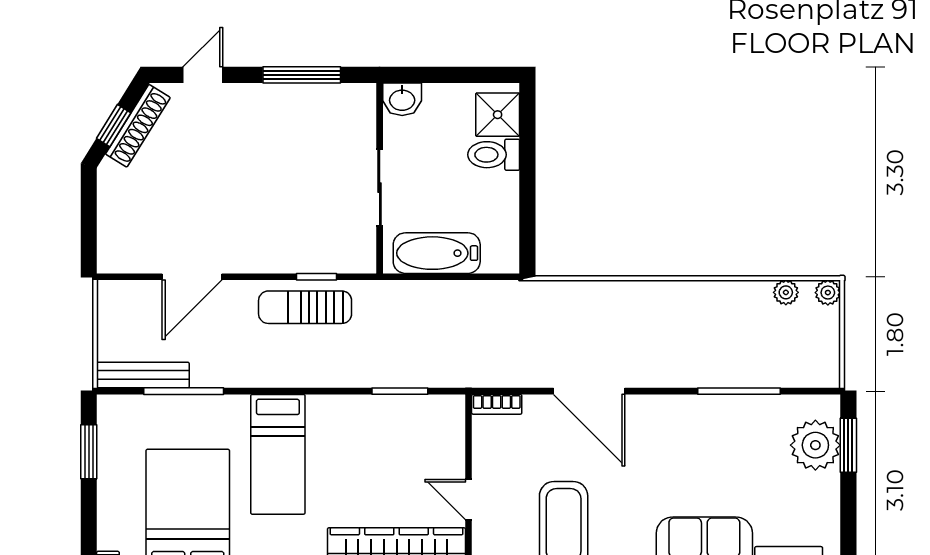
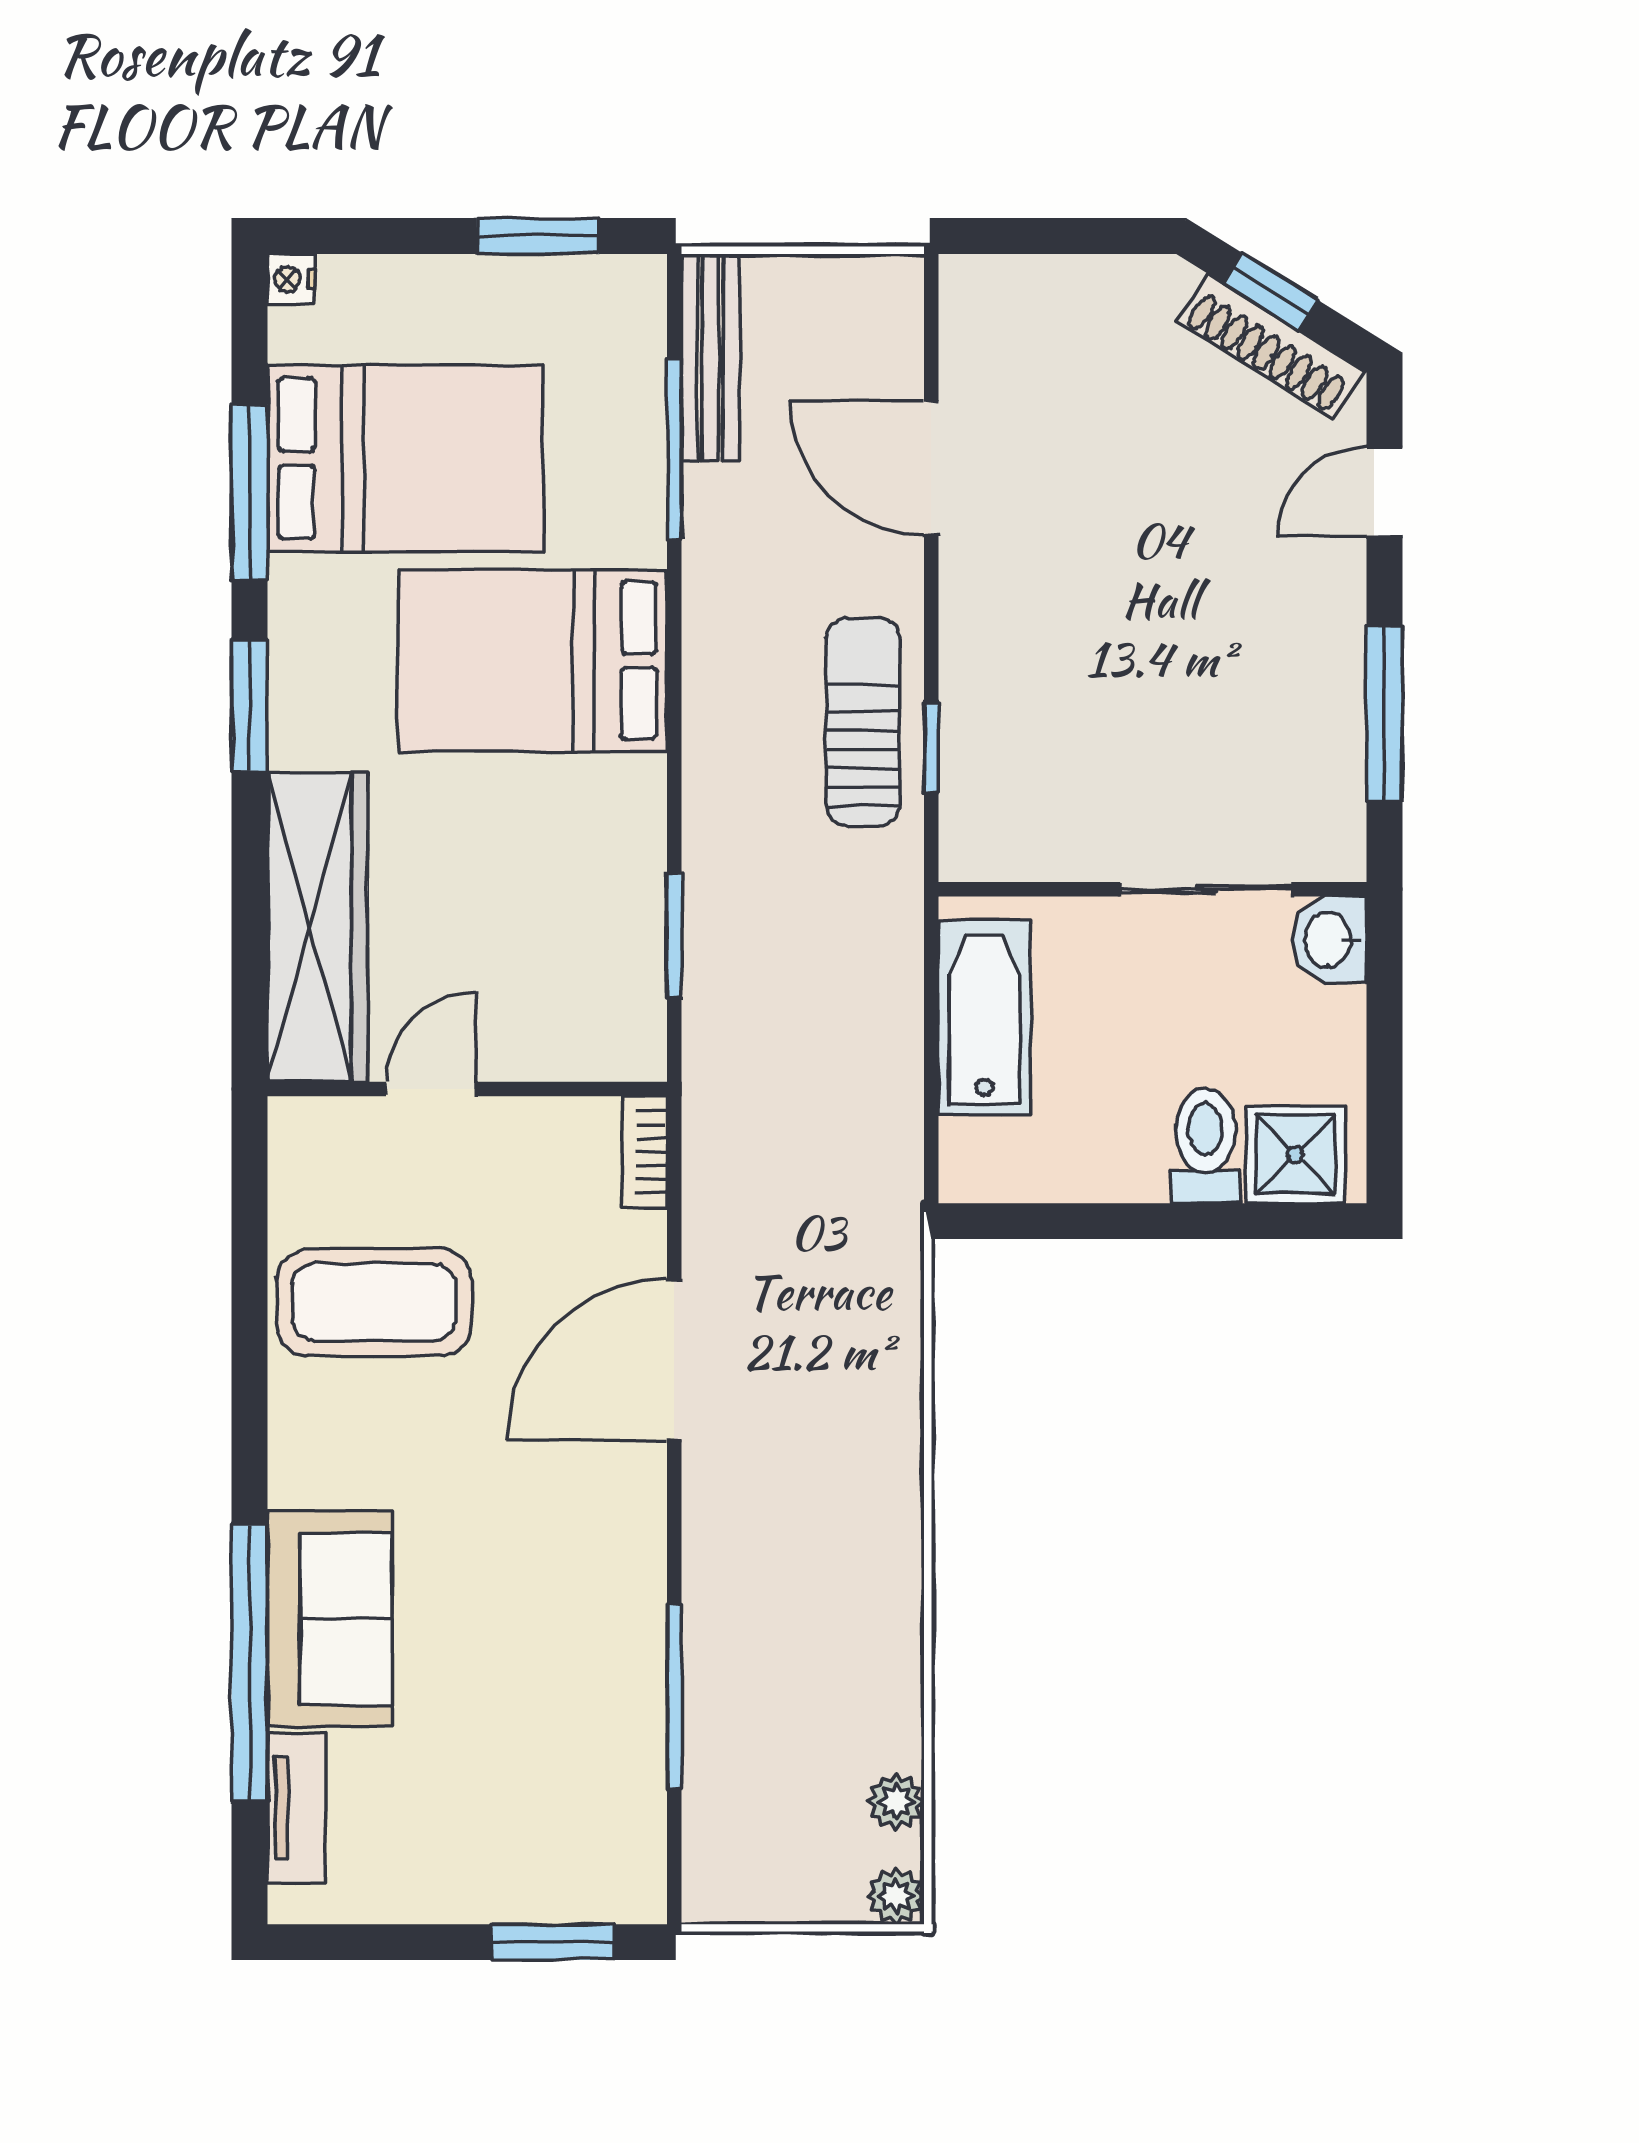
door: (203, 75) -> (1385, 492), swing flipped
sliding door: (380, 188) -> (1207, 889), moved
plant: (815, 445) -> (553, 1868), removed
bed: (278, 454) -> (532, 661), width x1.50

